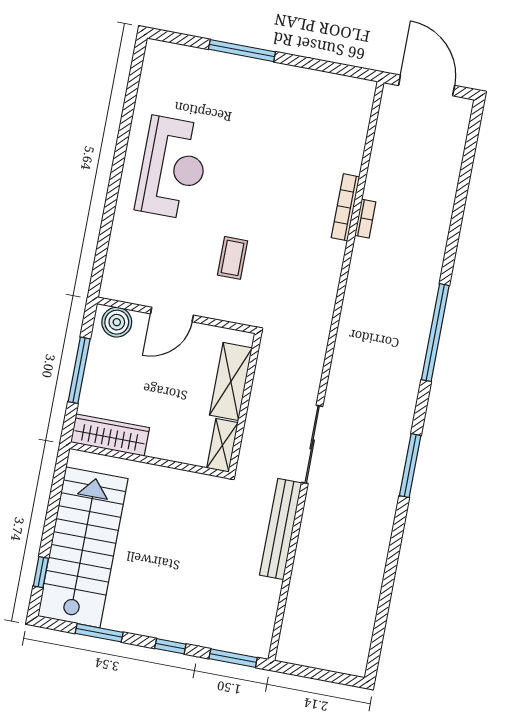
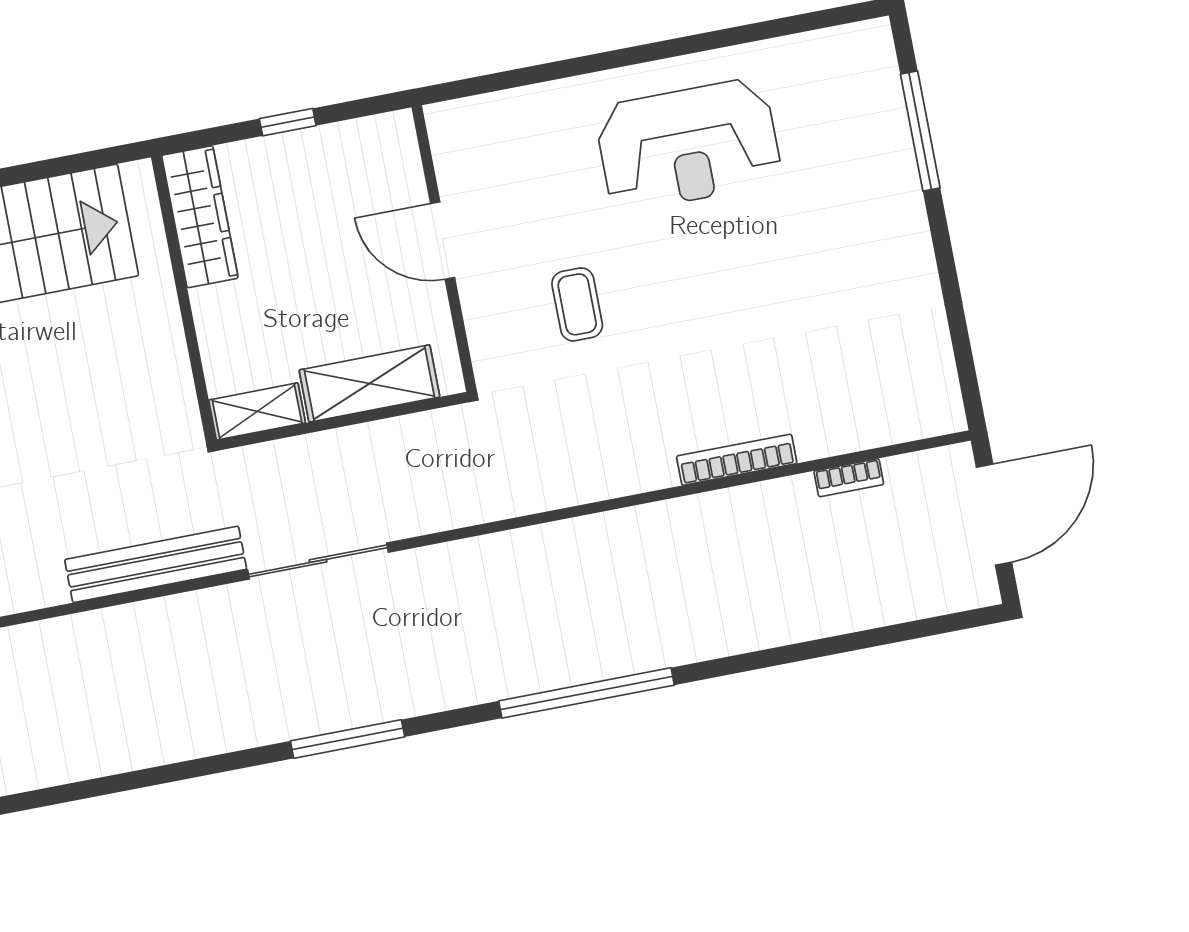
window: (242, 51) -> (920, 131), moved
bookcase: (365, 219) -> (849, 478), moved
coffee table: (233, 258) -> (577, 304), turned 90
boiler: (117, 322) -> (393, 153), removed
window: (79, 370) -> (288, 122), width x0.46

